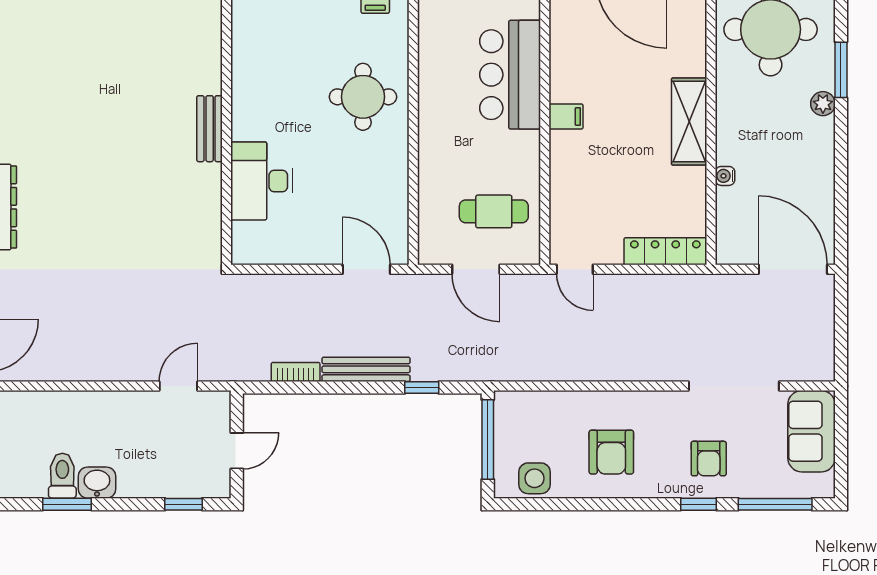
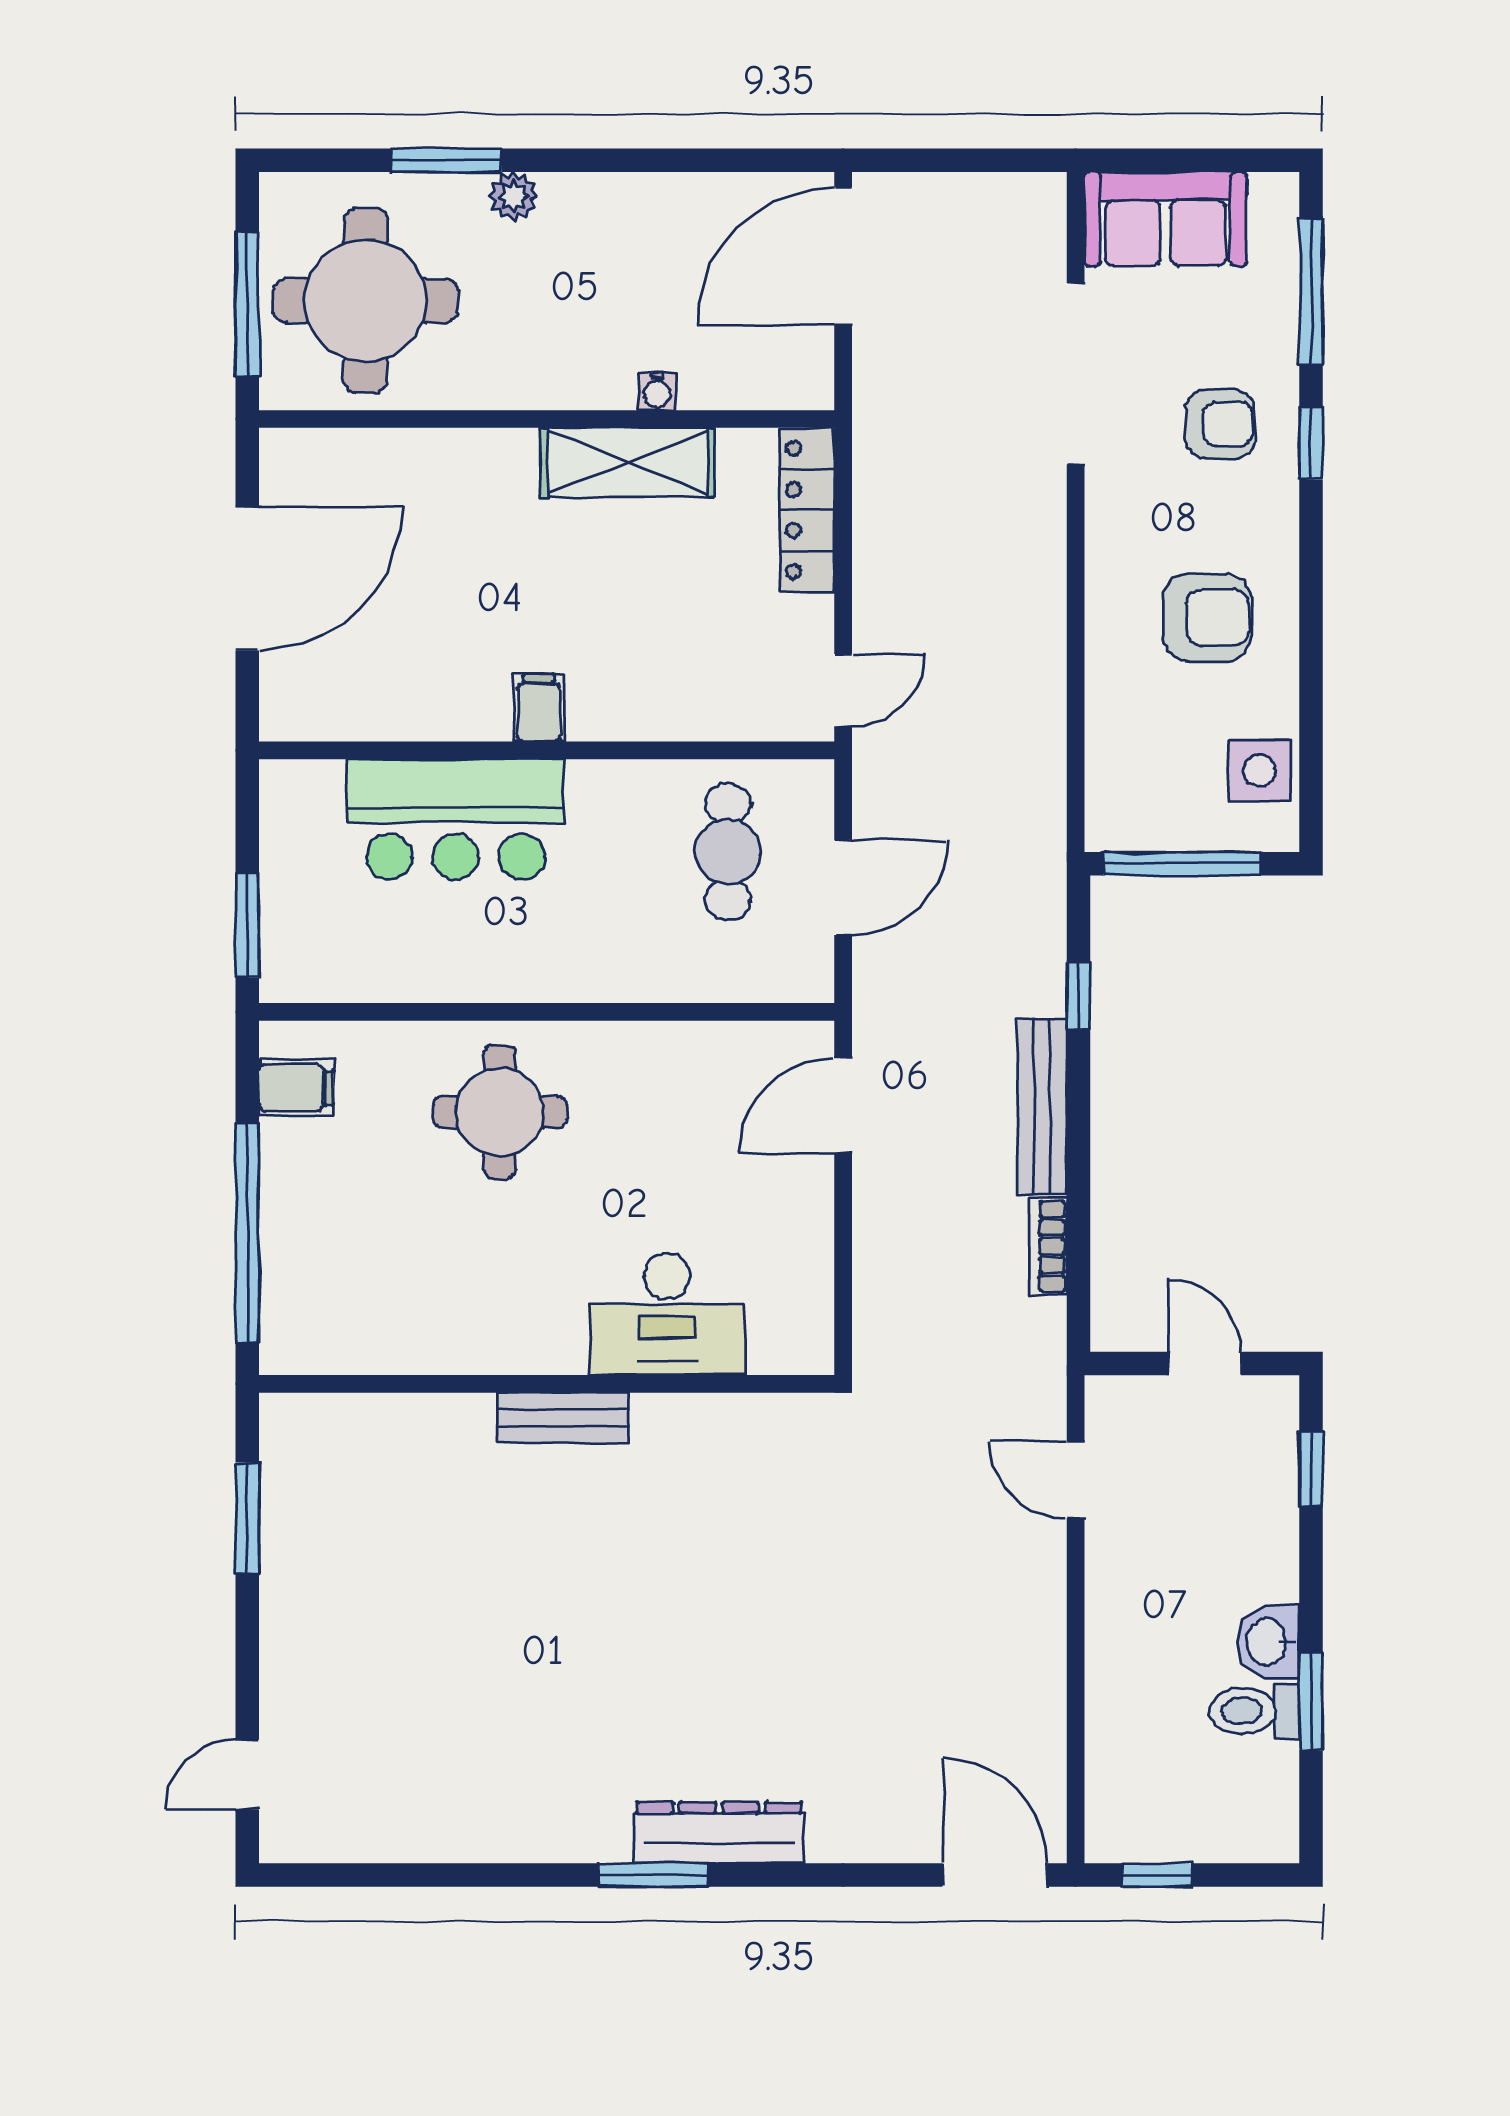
shelving: (689, 122) -> (627, 463), moved

